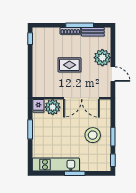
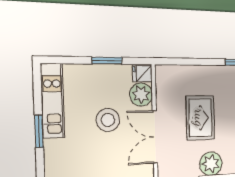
rug: (69, 65) -> (200, 118), width x1.36, depth x1.43
stool: (93, 135) -> (108, 120), moved

